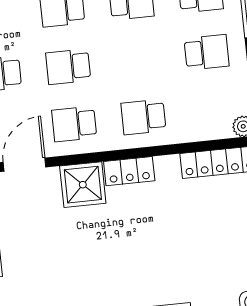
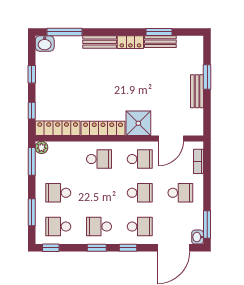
locker: (129, 171) -> (103, 128), width x1.53

